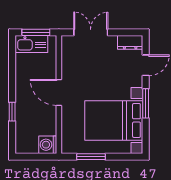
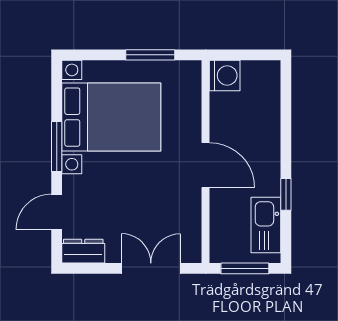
double door: (91, 32) -> (151, 268), swing flipped
kitchen sink: (31, 44) -> (266, 225), moved, turned -90
window: (12, 112) -> (286, 194), moved

